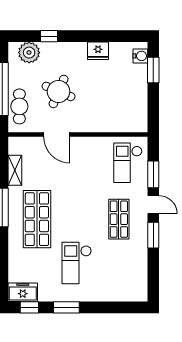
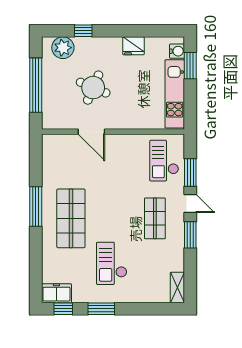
kitchen unit: (138, 98) -> (175, 94), added
cafe table: (19, 106) -> (53, 103), removed
shelving: (15, 170) -> (177, 288), moved

